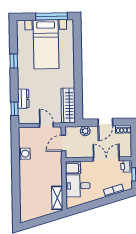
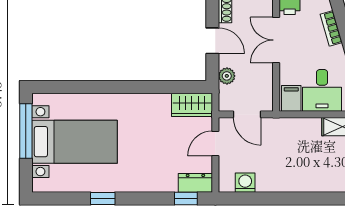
dresser: (23, 99) -> (195, 183), moved
wardrobe: (68, 105) -> (192, 105), width x0.67
washing machine: (24, 154) -> (245, 183), moved

